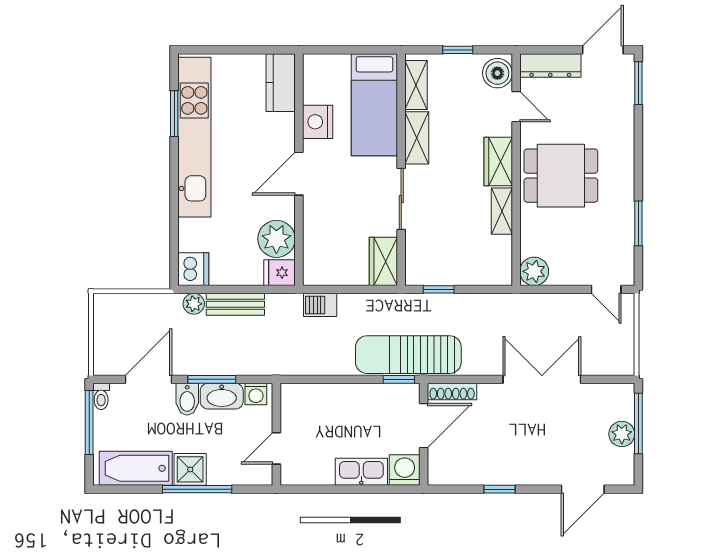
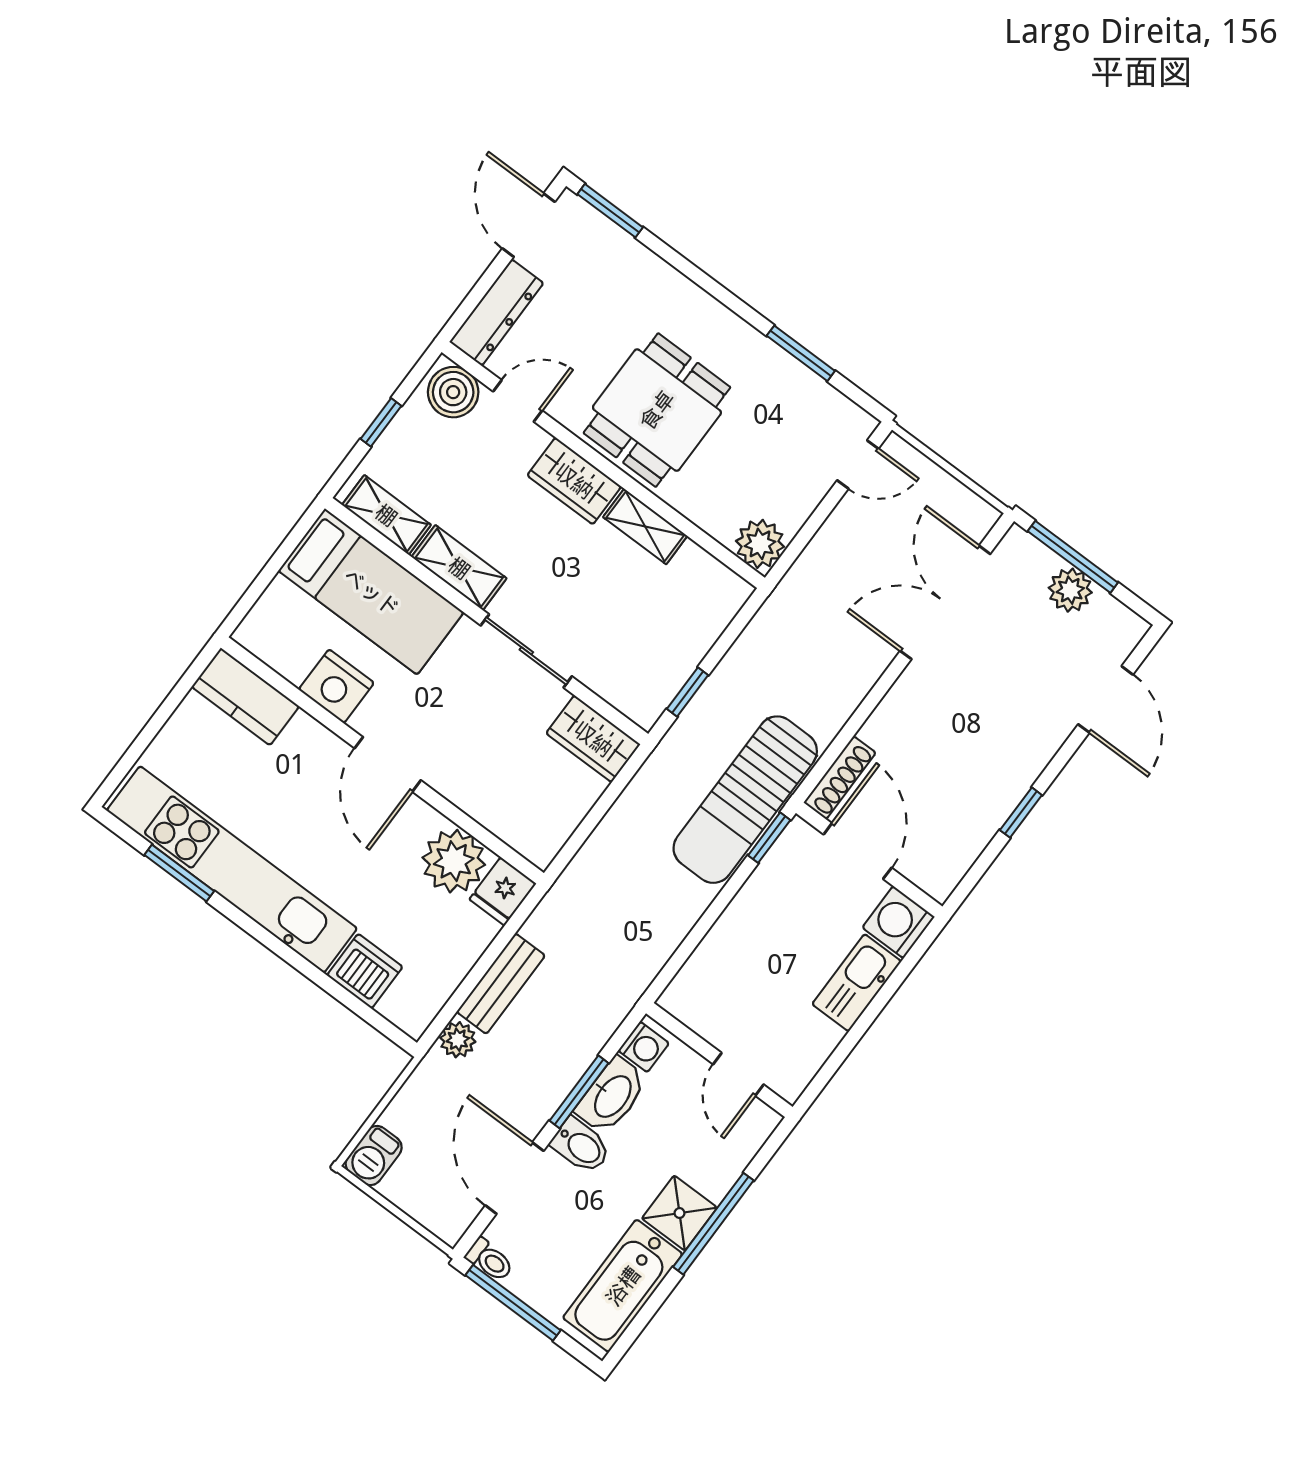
dishwasher: (193, 269) -> (365, 971), moved
barbecue: (320, 305) -> (374, 1156), moved
double door: (542, 379) -> (945, 602), moved

